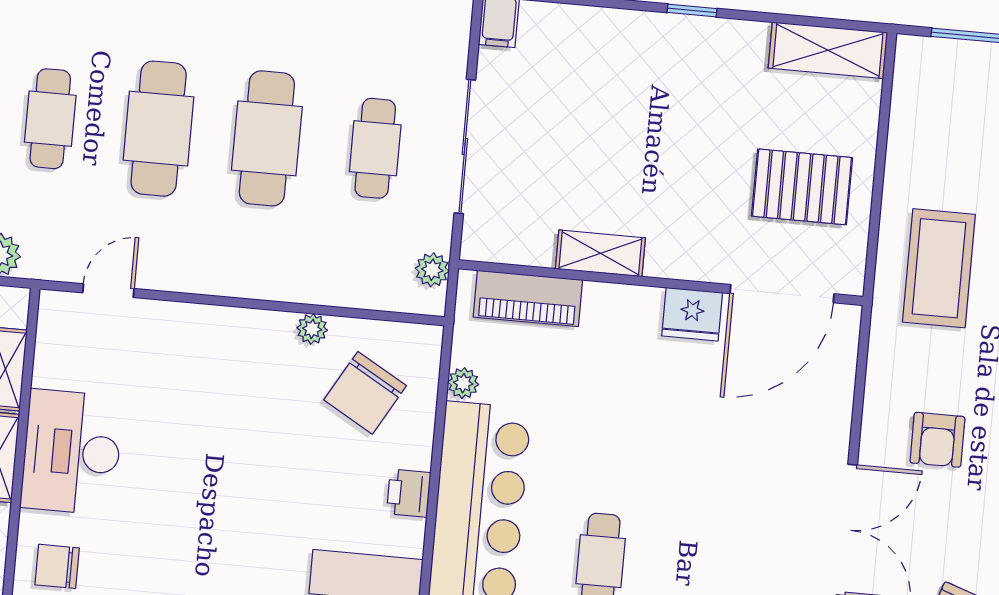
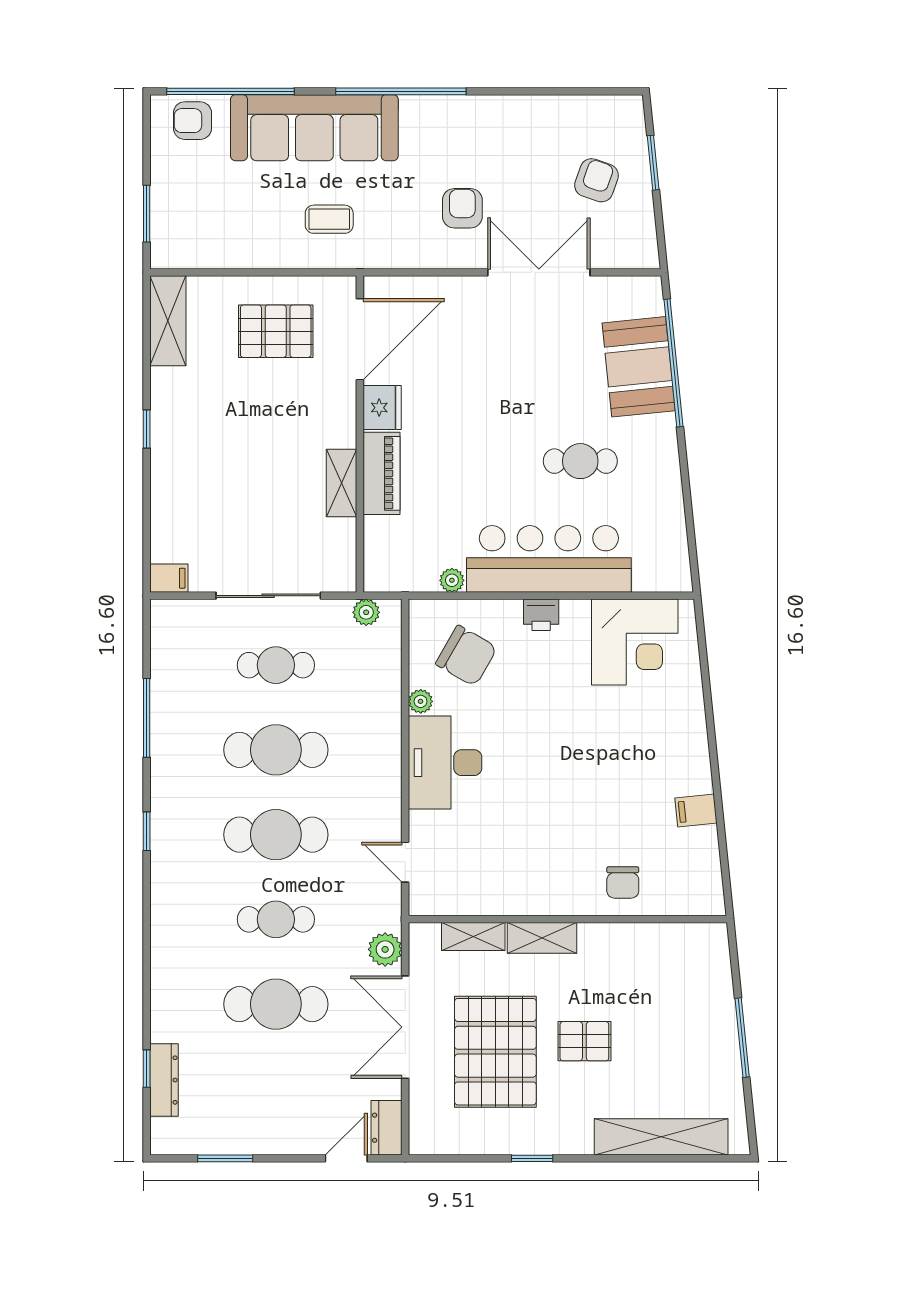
pallet: (802, 187) -> (276, 331), turned 90
coffee table: (939, 268) -> (329, 219), width x0.54, depth x0.58
door: (782, 294) -> (360, 339), hinge flipped
piano: (528, 298) -> (382, 473), moved
armchair: (937, 440) -> (462, 208), turned -90
desk: (72, 452) -> (445, 763), moved, turned 90

